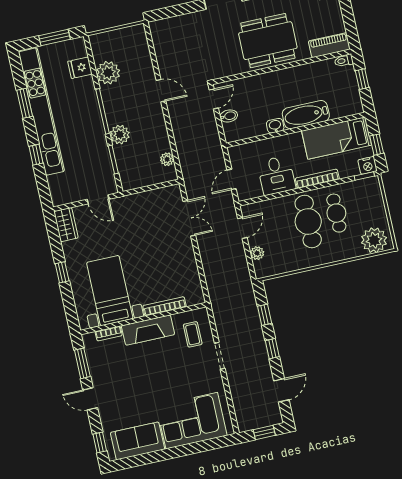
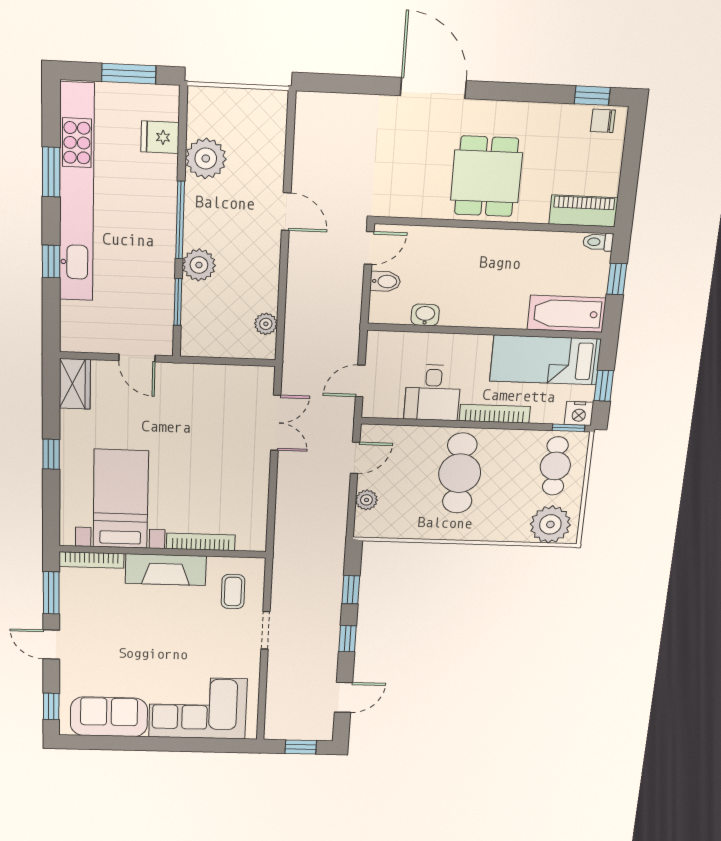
dining table: (268, 41) -> (486, 176), width x0.73
bathtub: (306, 115) -> (567, 314), moved
washbasin: (275, 126) -> (425, 315), moved
cafe table: (336, 213) -> (555, 466), moved
bookcase: (109, 334) -> (92, 560), width x1.56

